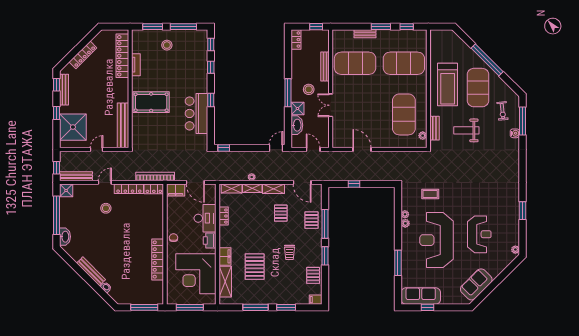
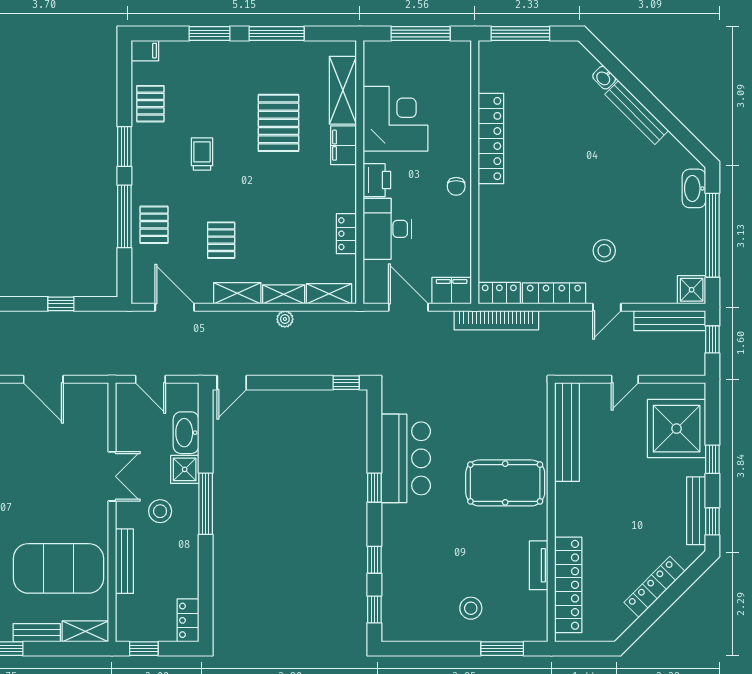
window: (183, 27) -> (435, 649), removed
shelving: (343, 34) -> (85, 631), added
corner desk: (196, 274) -> (396, 119), width x0.74, depth x0.74

